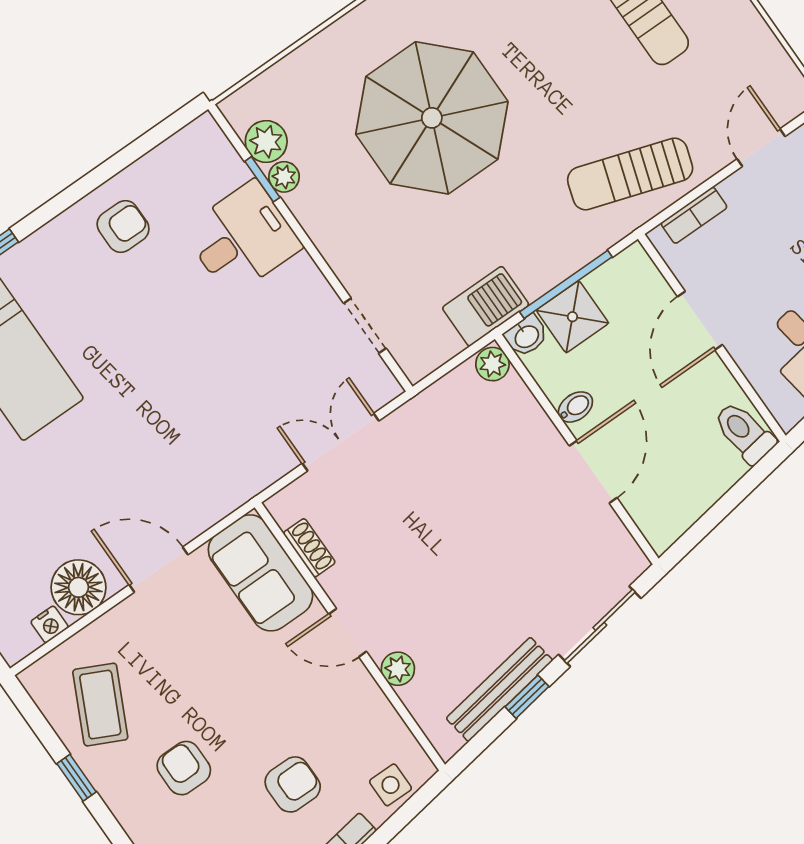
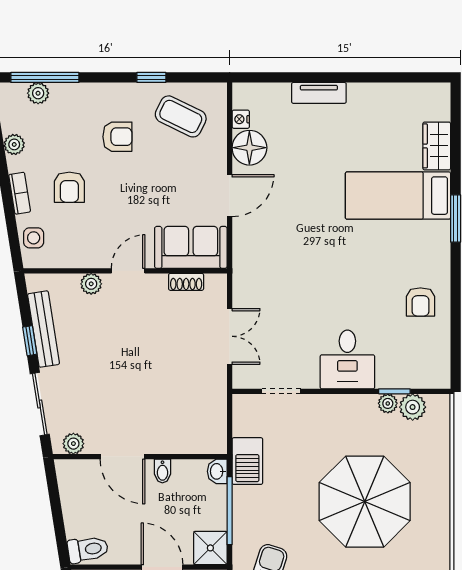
desk: (242, 238) -> (347, 359), moved
shower: (572, 317) -> (210, 548), moved
plant: (492, 364) -> (73, 444), moved

